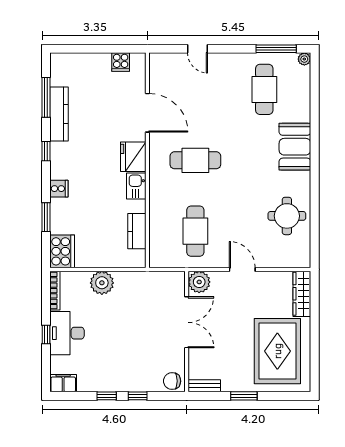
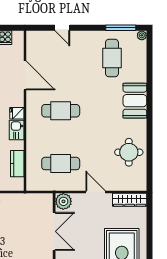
fridge: (133, 157) -> (17, 113), width x0.53, depth x0.75
cafe table: (195, 231) -> (61, 164), turned 90
wardrobe: (302, 294) -> (130, 200), moved, turned -90

